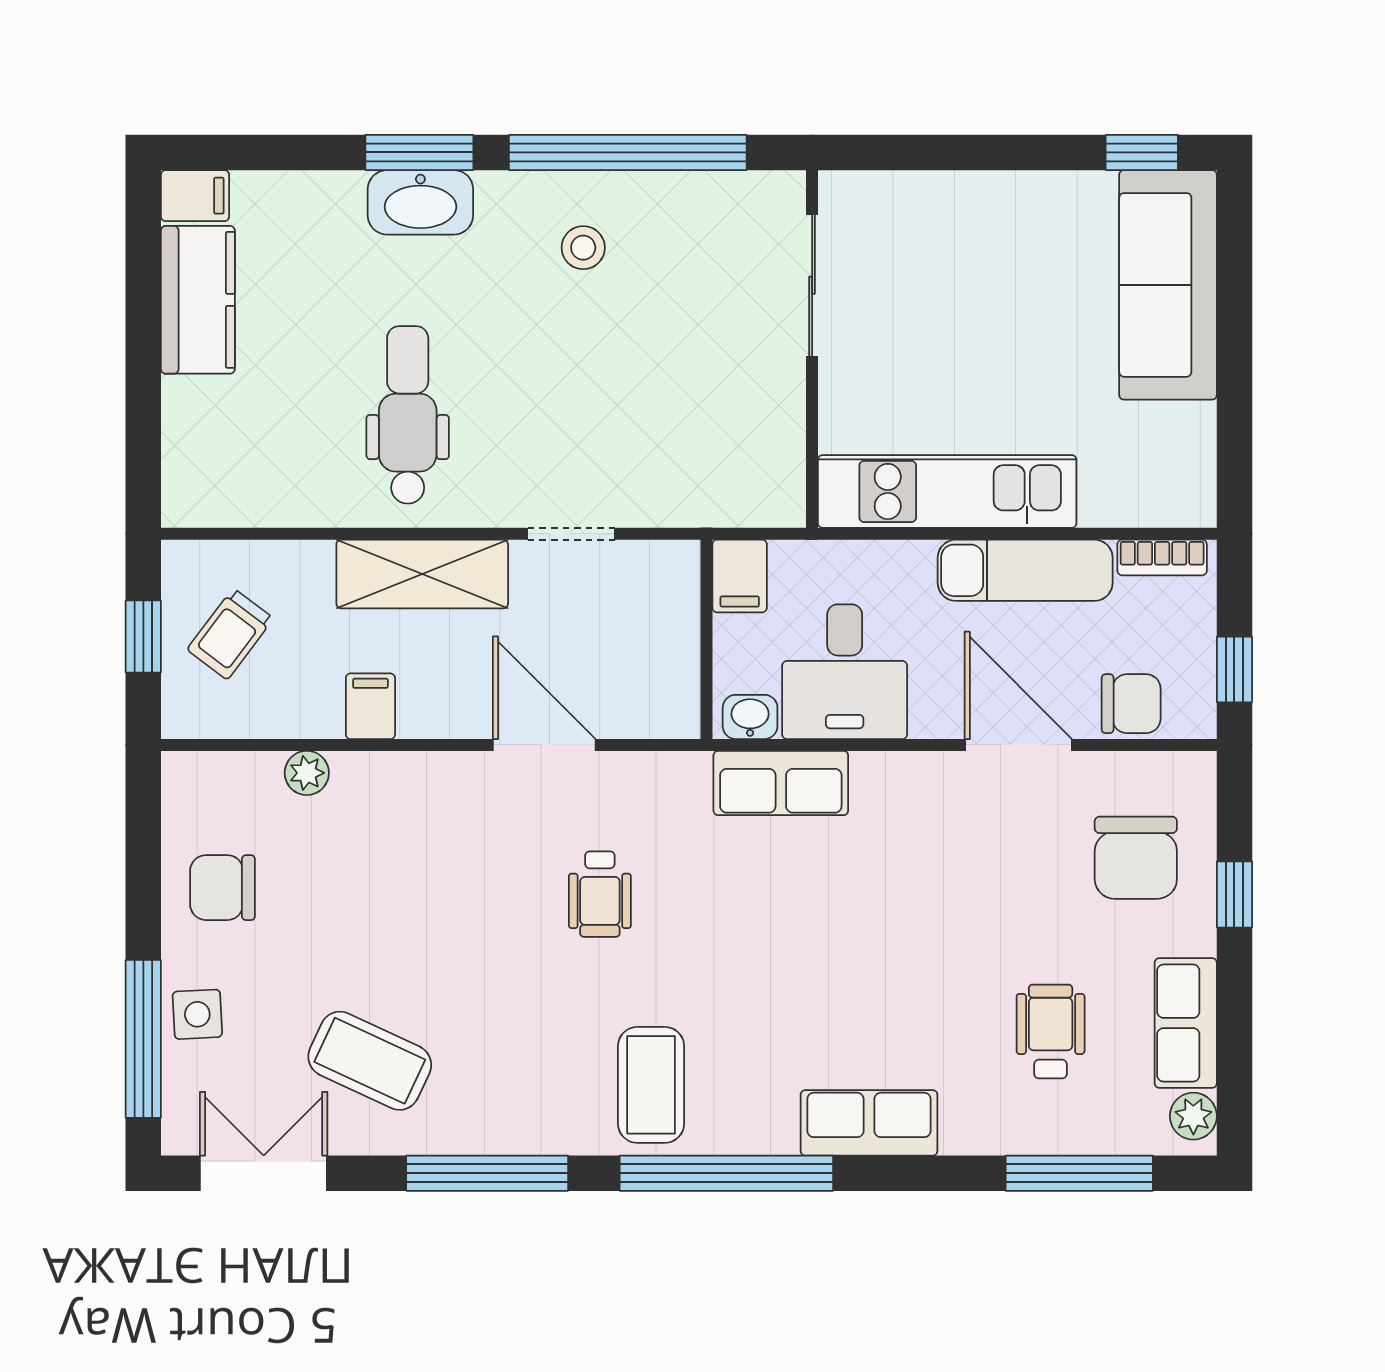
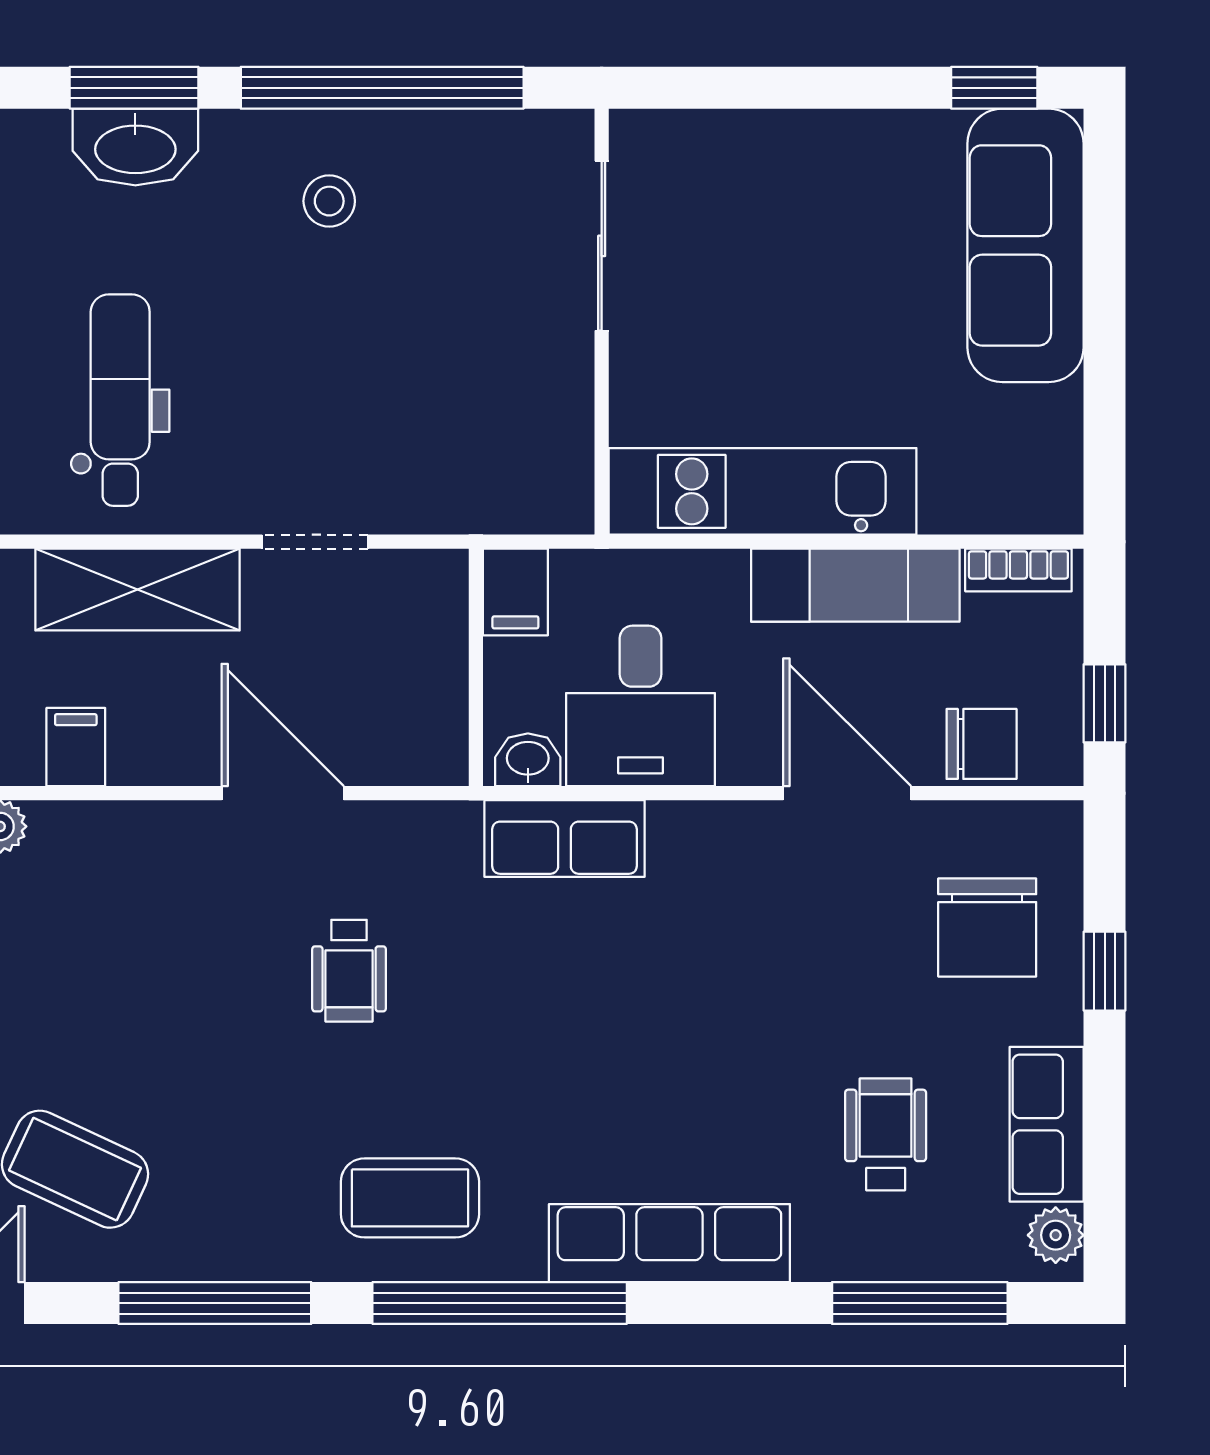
coffee table: (651, 1085) -> (410, 1198), turned 90
row of seats: (869, 1123) -> (669, 1243), width x1.48

